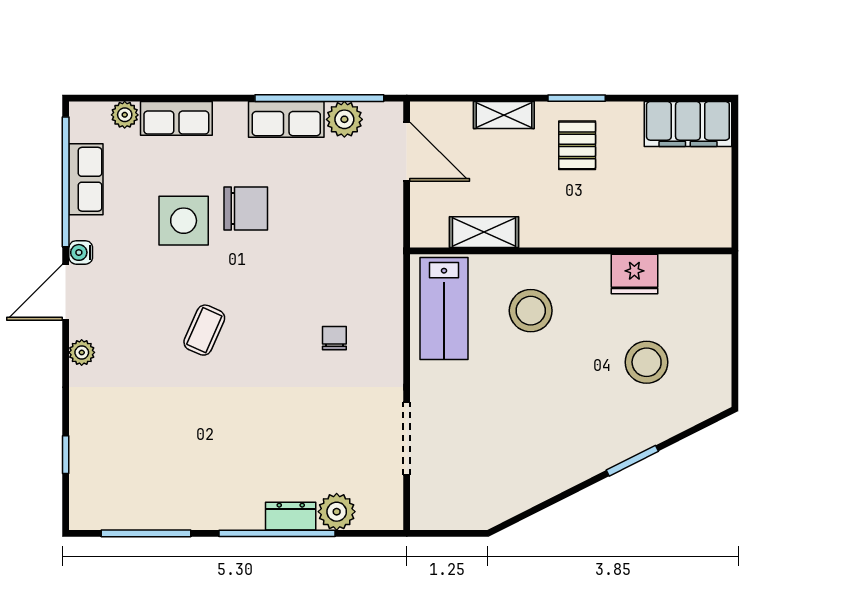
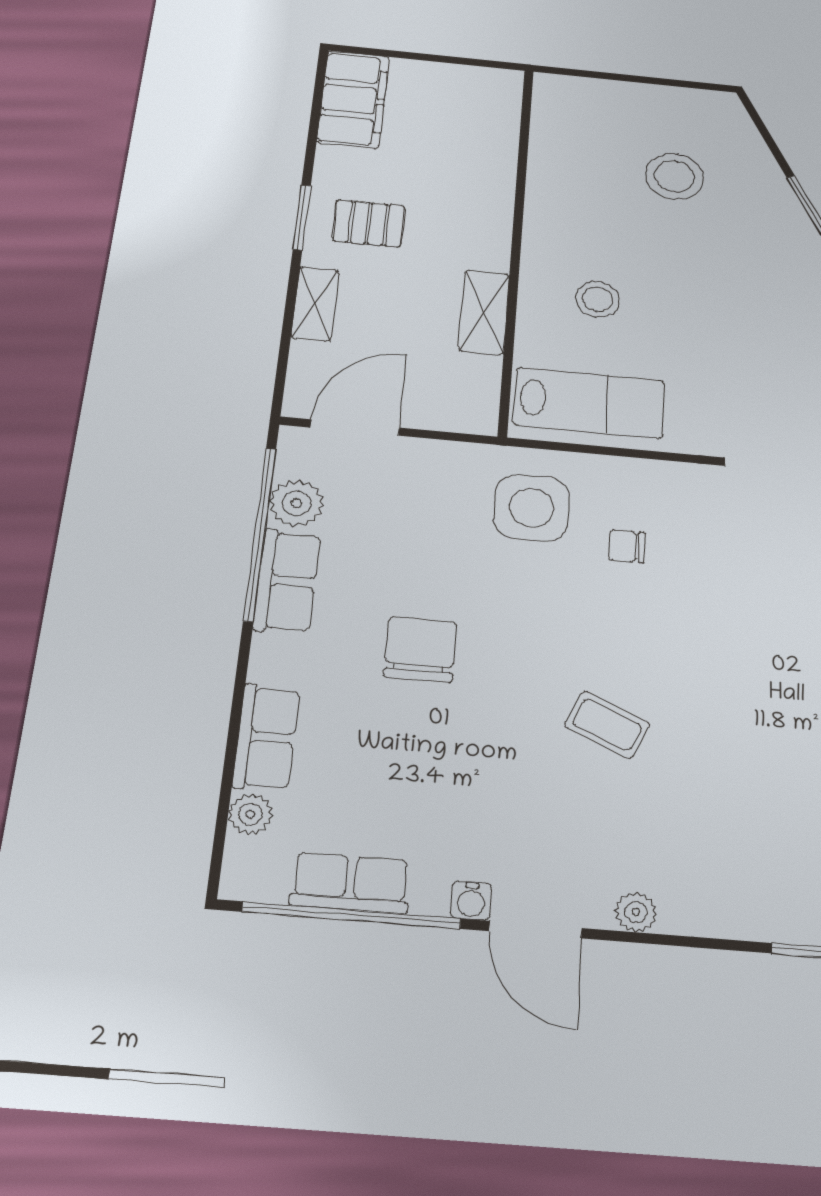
side table: (184, 221) -> (532, 508), moved
shelving: (484, 232) -> (484, 312), moved
fridge: (634, 274) -> (553, 177), removed
stool: (531, 311) -> (598, 299), width x0.73, depth x0.73

